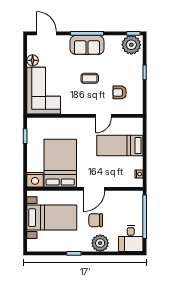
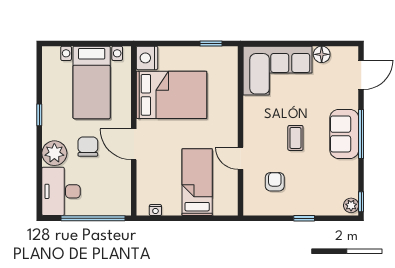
plant: (131, 45) -> (351, 205), width x0.53, depth x0.53
desk: (131, 238) -> (61, 191), width x1.37

